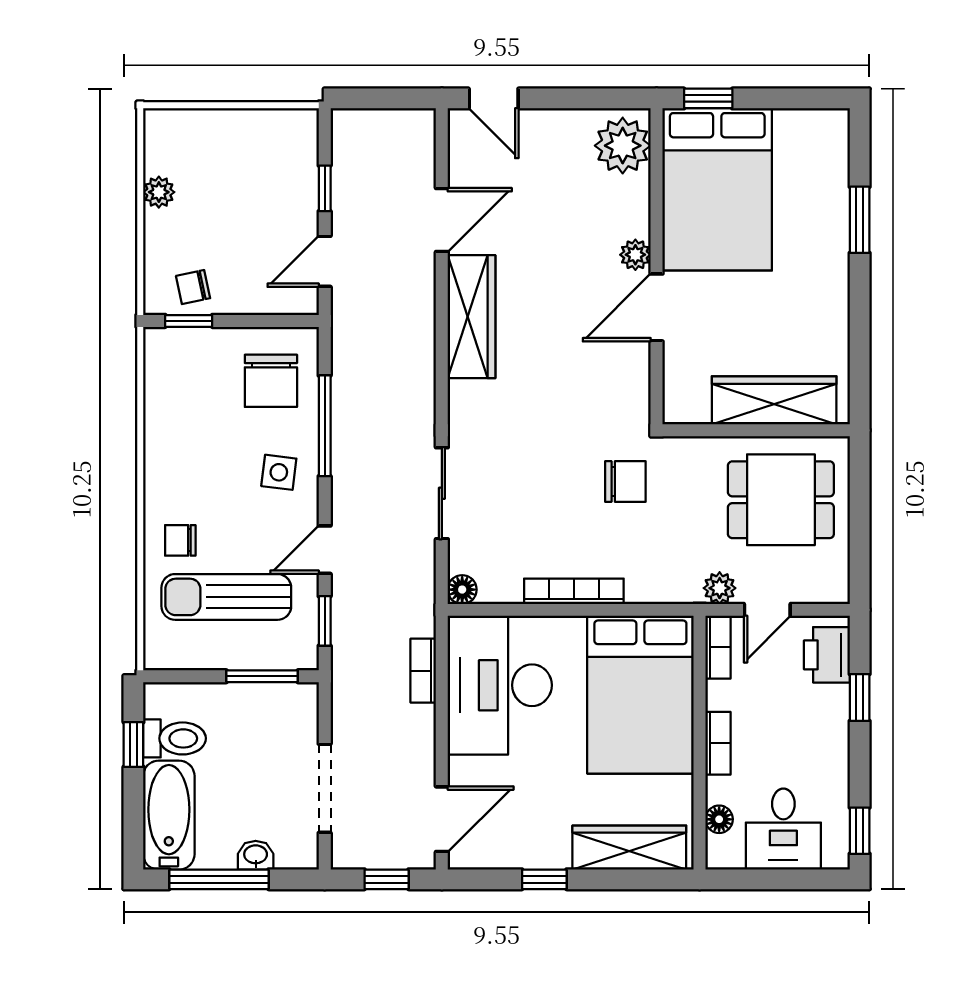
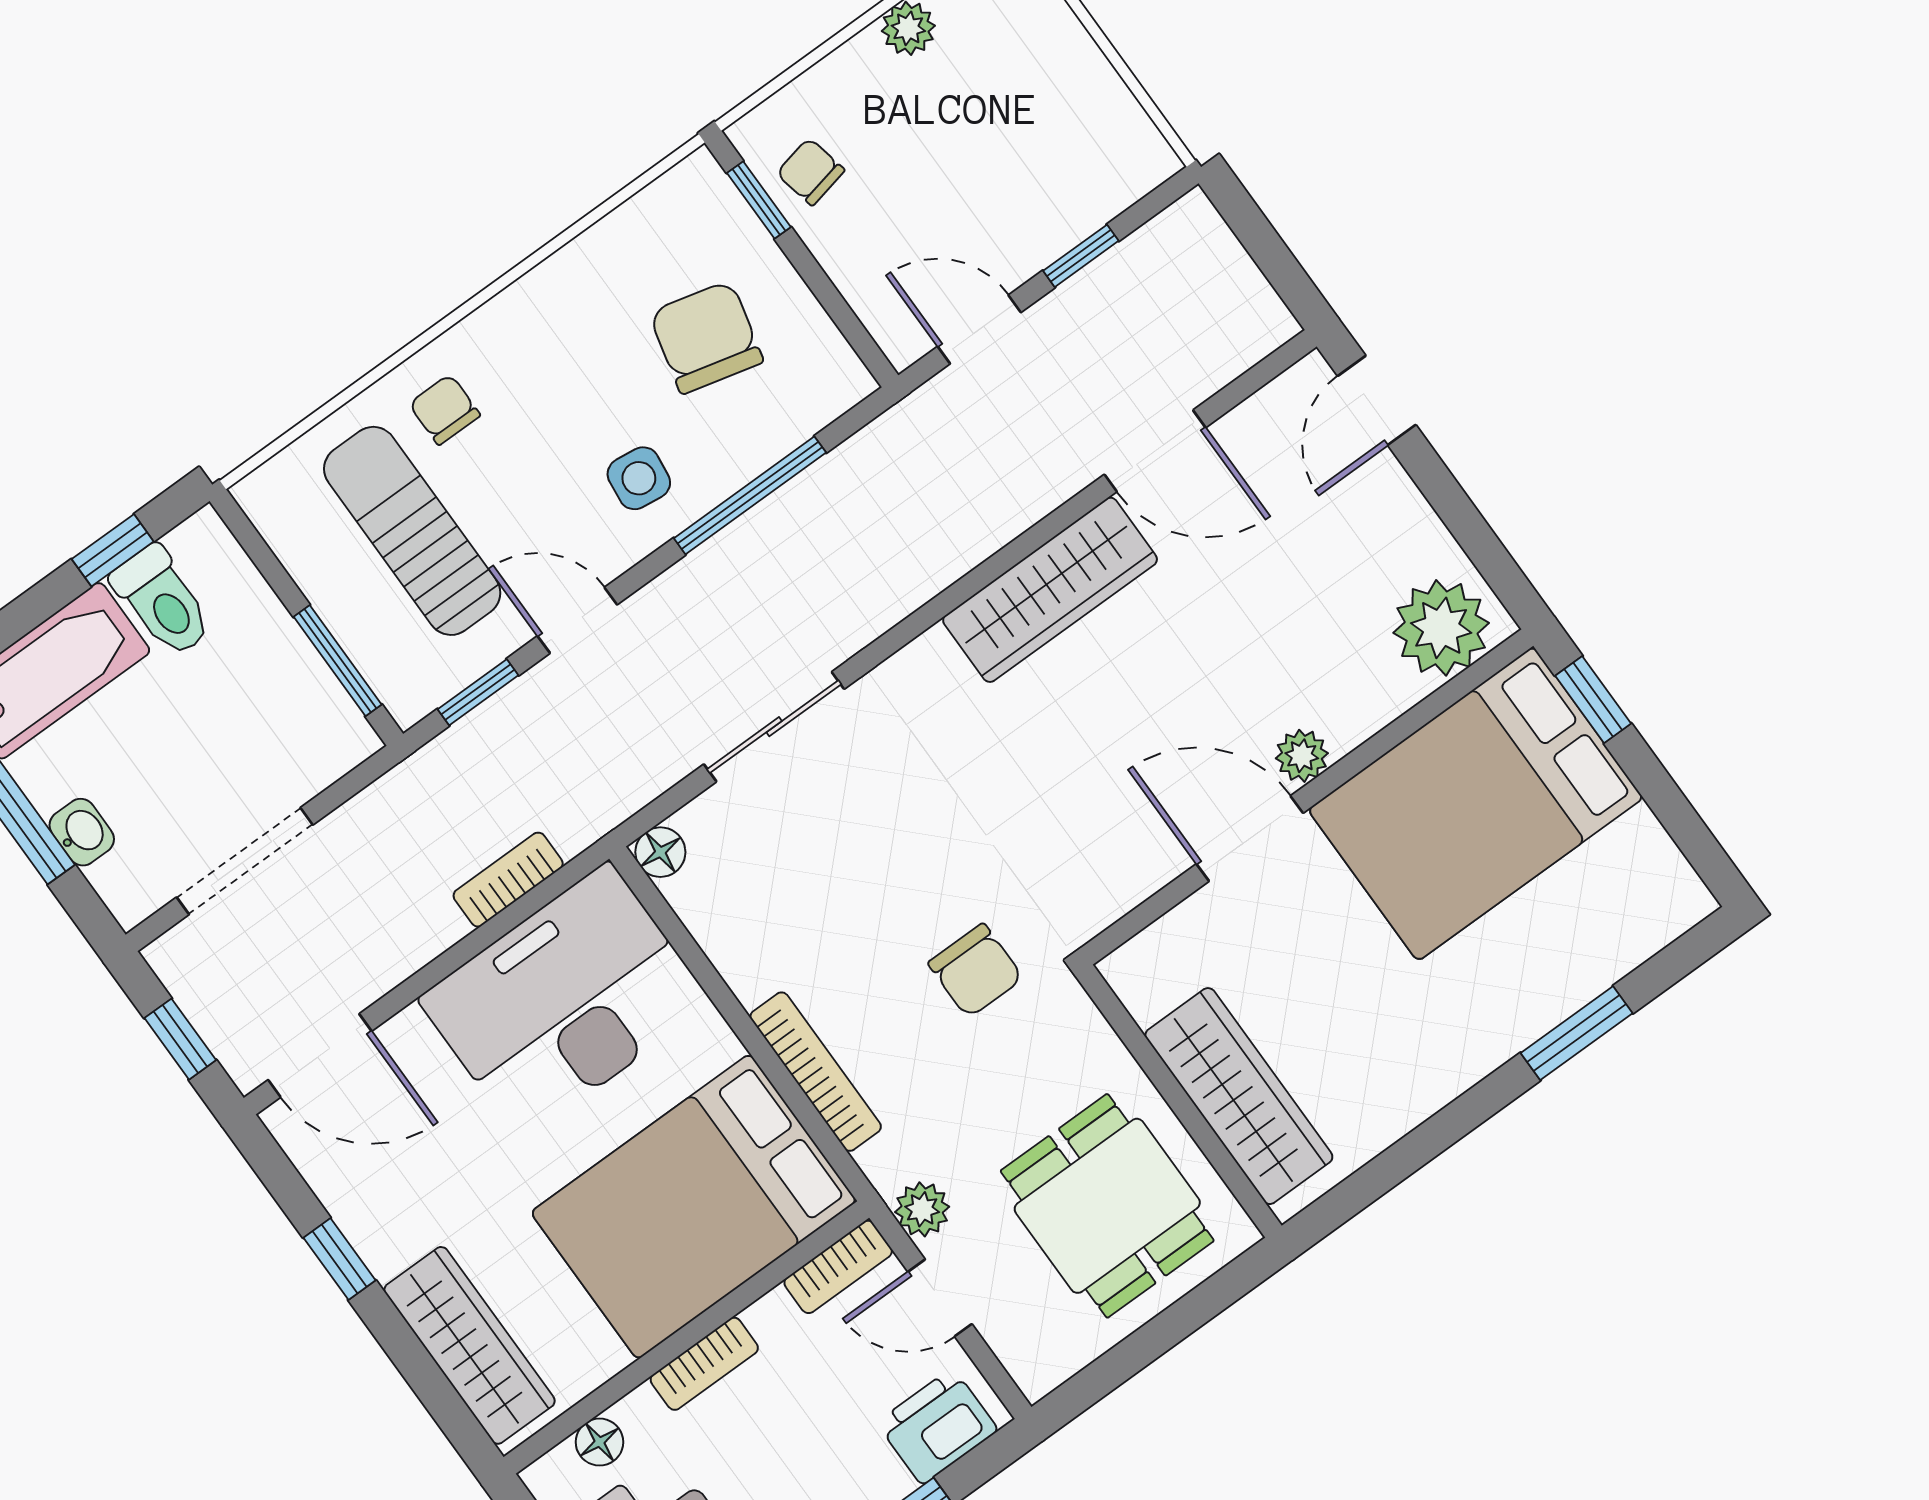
chair: (271, 381) -> (706, 337), moved, turned 104
bookcase: (574, 591) -> (816, 1072), moved

